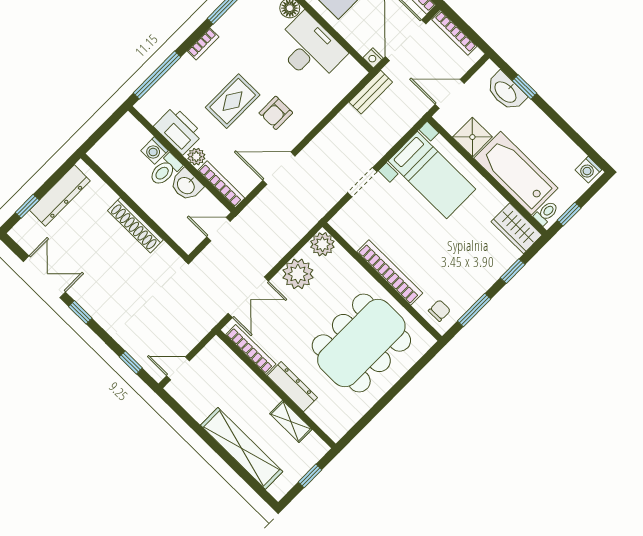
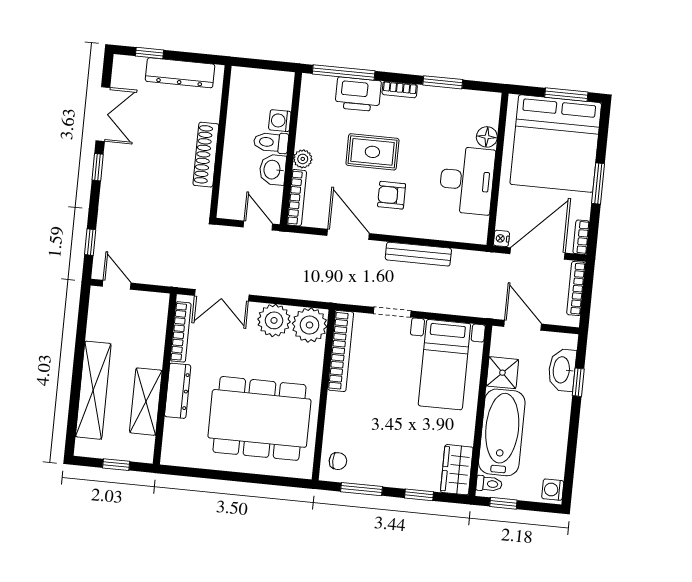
bench: (371, 92) -> (418, 254), moved, width x1.36
printer: (178, 130) -> (358, 94), moved, turned 90
plant: (322, 244) -> (310, 325), width x1.36, depth x1.36
bookcase: (390, 272) -> (341, 351), moved
shelving: (291, 422) -> (146, 402), width x1.50, depth x1.33

